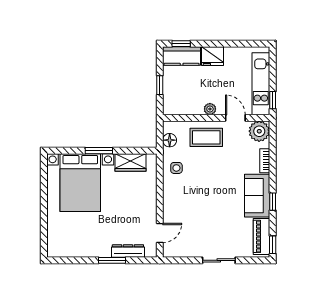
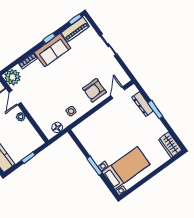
coffee table: (206, 137) -> (40, 107), removed
wardrobe: (130, 162) -> (170, 145), moved, turned 180
bed with nightstands: (80, 183) -> (126, 168), width x0.73
armchair: (181, 210) -> (94, 90), added
door: (160, 233) -> (118, 93), hinge flipped

